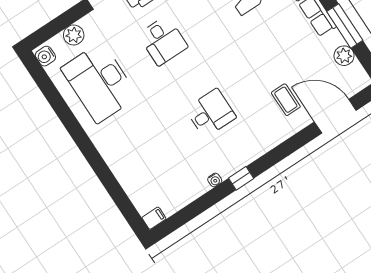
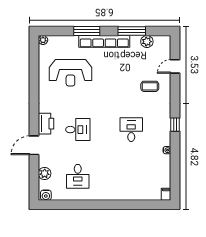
desk: (100, 82) -> (78, 176), width x0.53, depth x0.77
door: (335, 116) -> (175, 66), width x0.53
window: (241, 178) -> (175, 125), moved

